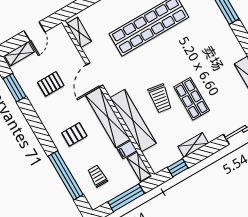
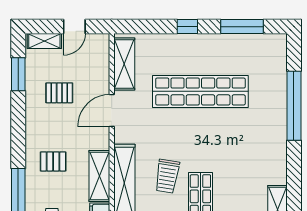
shelving: (79, 32) -> (124, 64), width x1.50, depth x1.33
shelving: (108, 117) -> (99, 176), width x0.68

